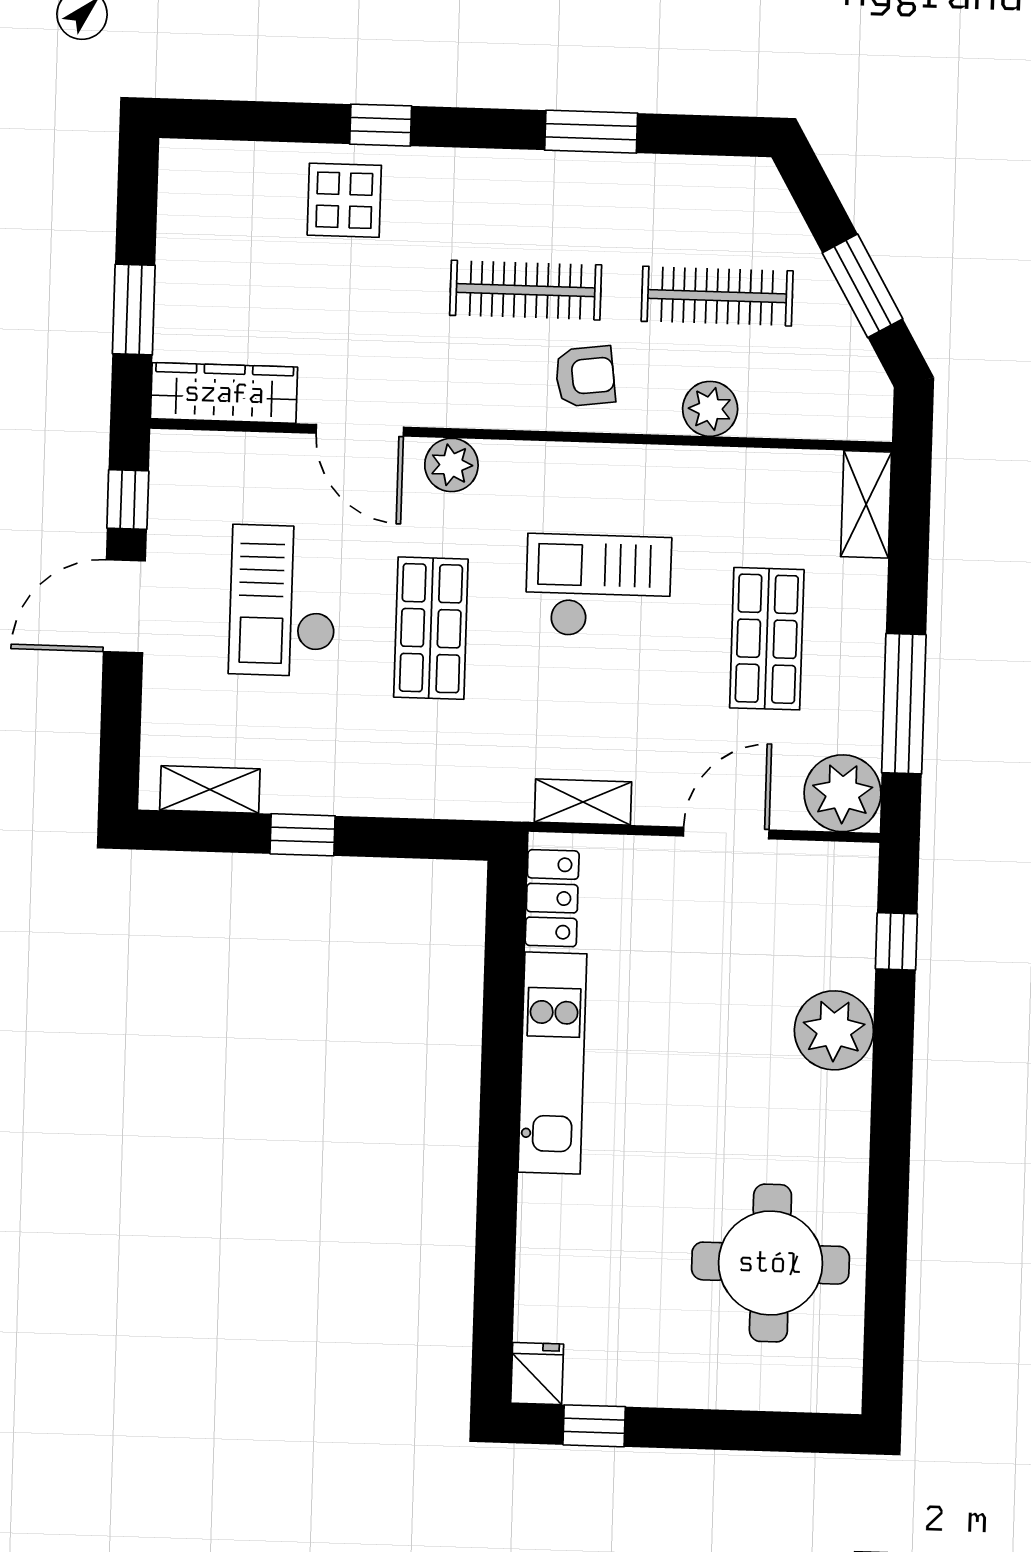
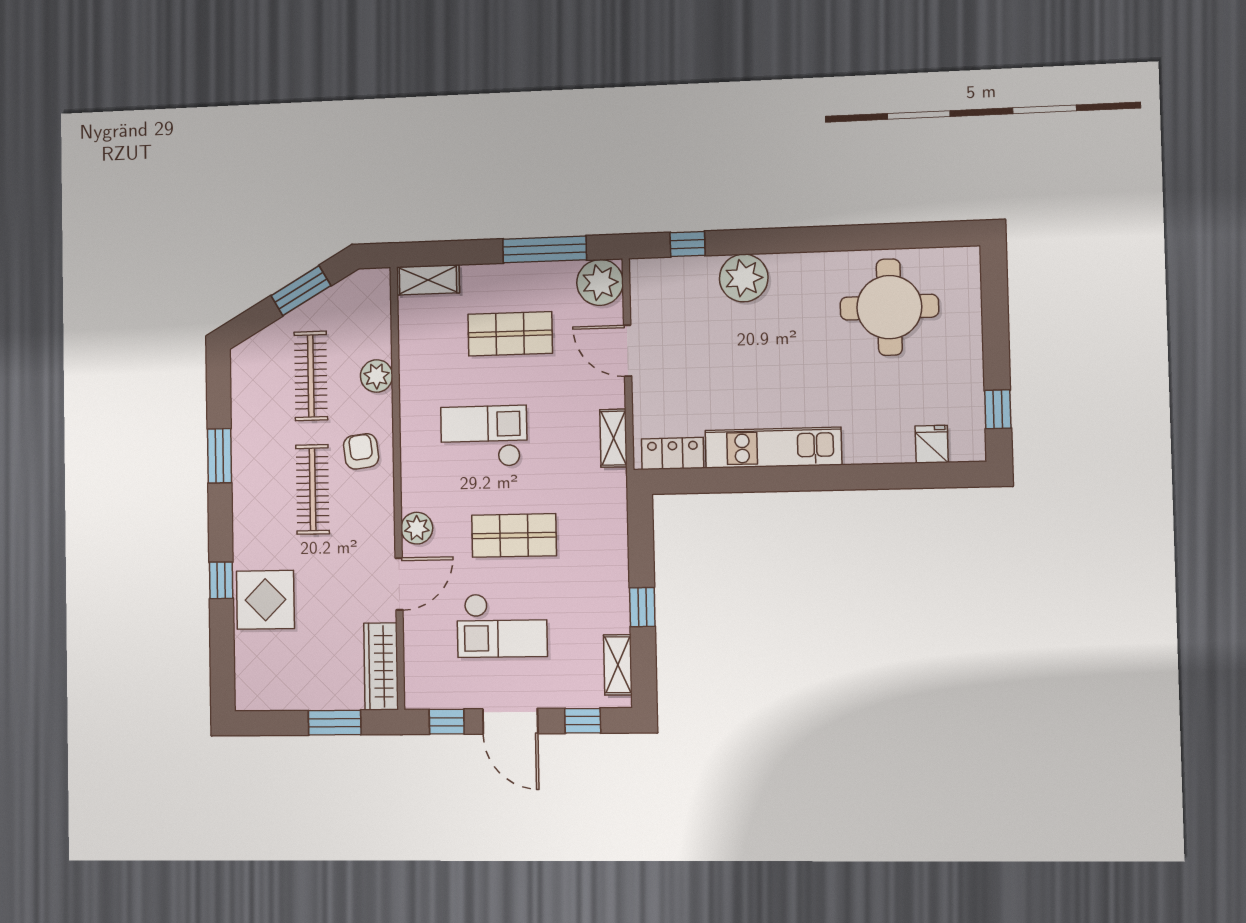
display table: (344, 200) -> (265, 600), width x1.36, depth x1.36
checkout: (598, 586) -> (484, 436), turned 90
window: (121, 727) -> (583, 721), added
fridge: (537, 1374) -> (932, 444), moved, turned 90

